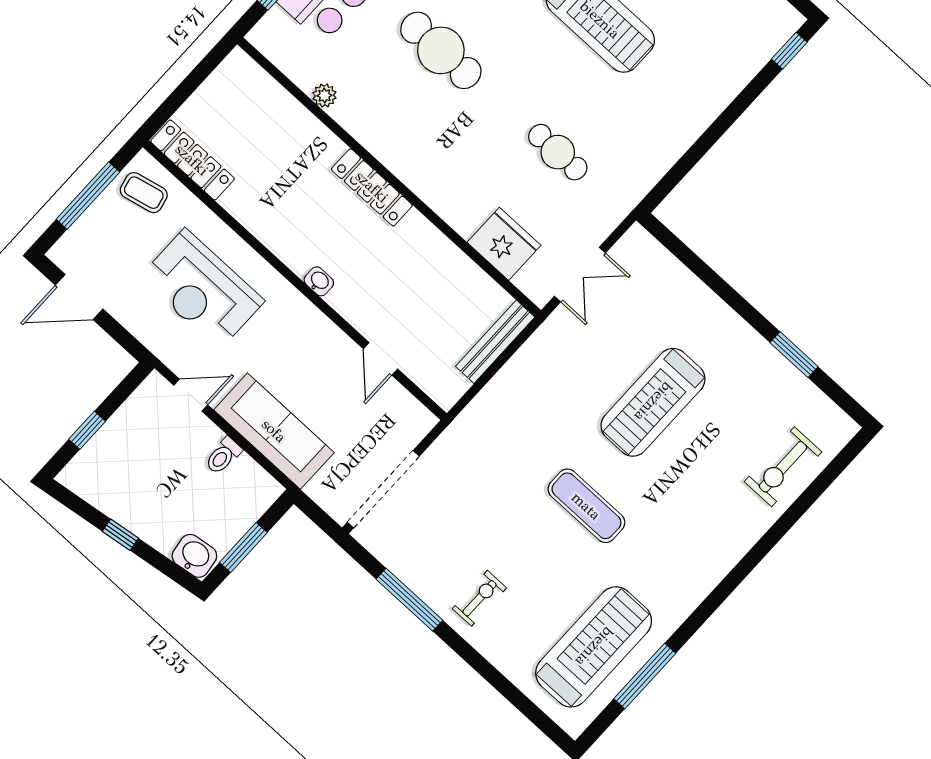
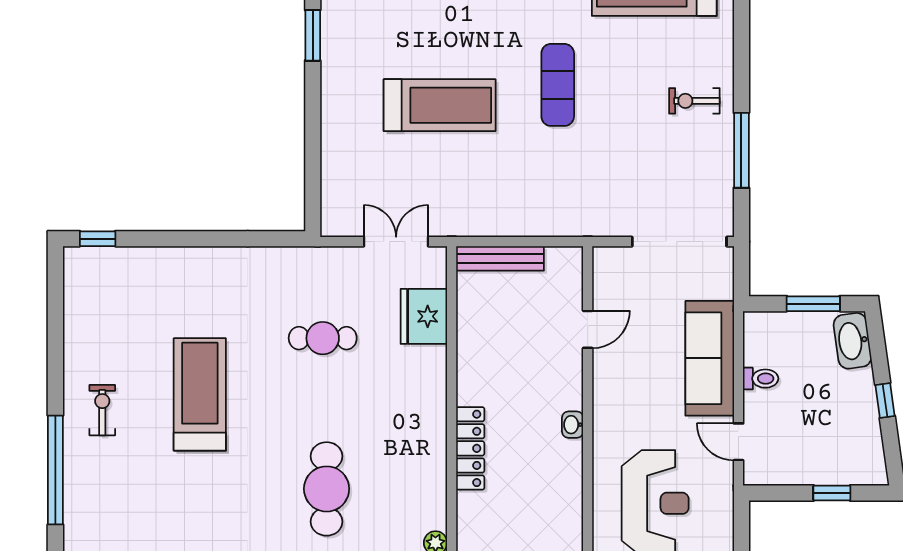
cafe table: (558, 152) -> (323, 338), turned 90
washbasin: (194, 556) -> (853, 341), width x1.38

